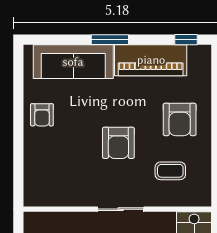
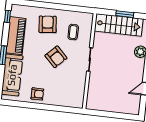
armchair: (180, 119) -> (48, 24), turned -96
armchair: (118, 143) -> (56, 57), turned 45

